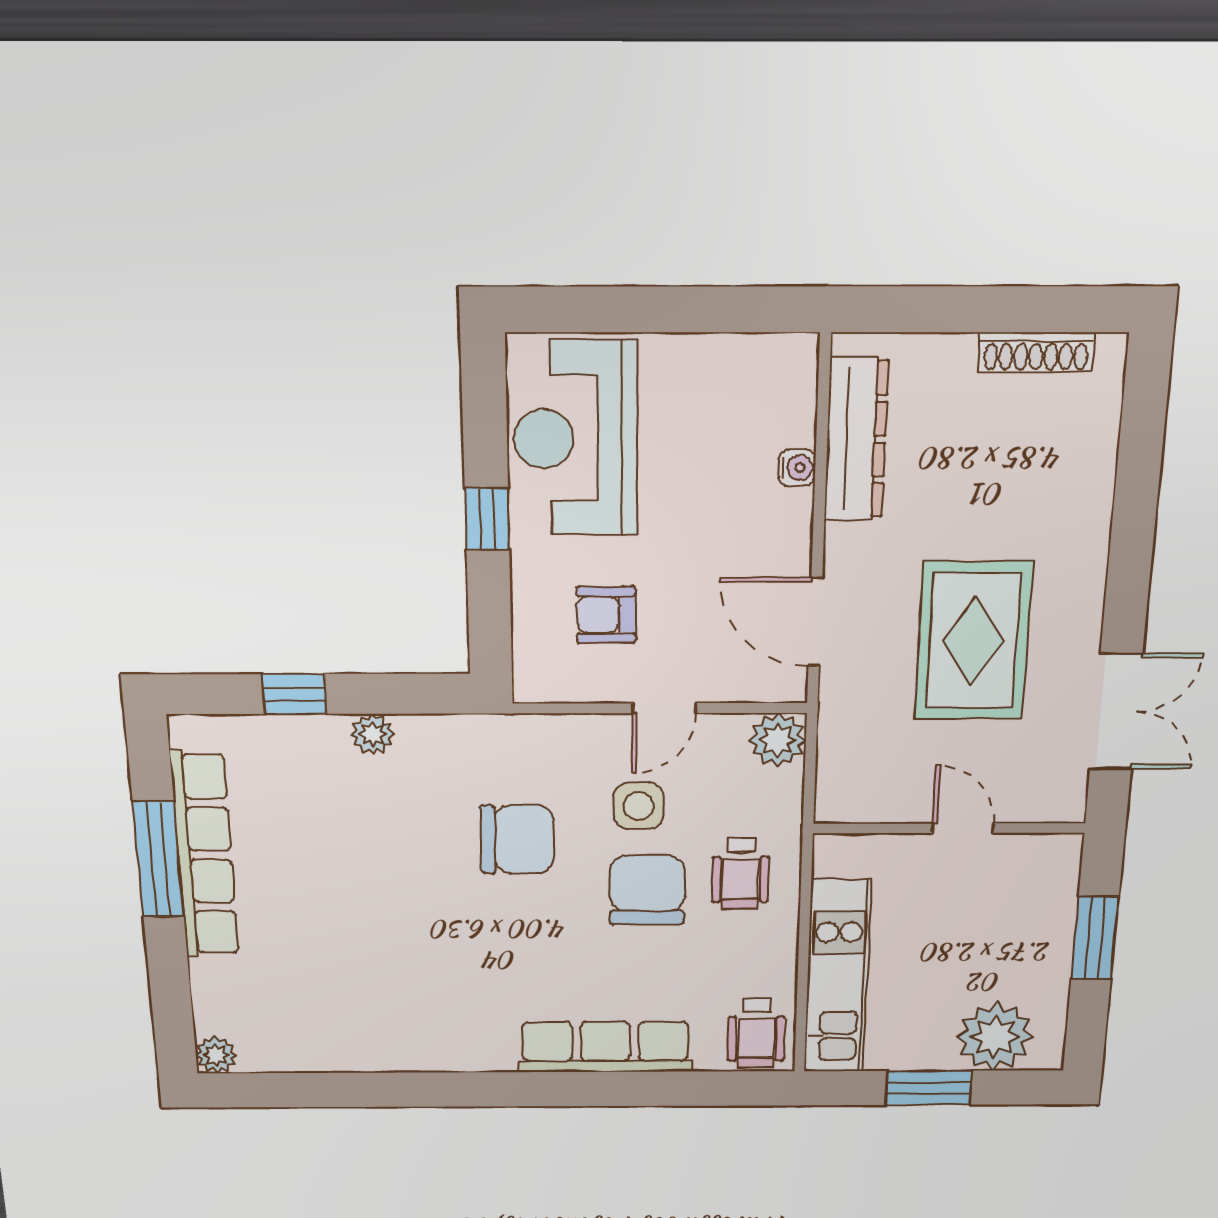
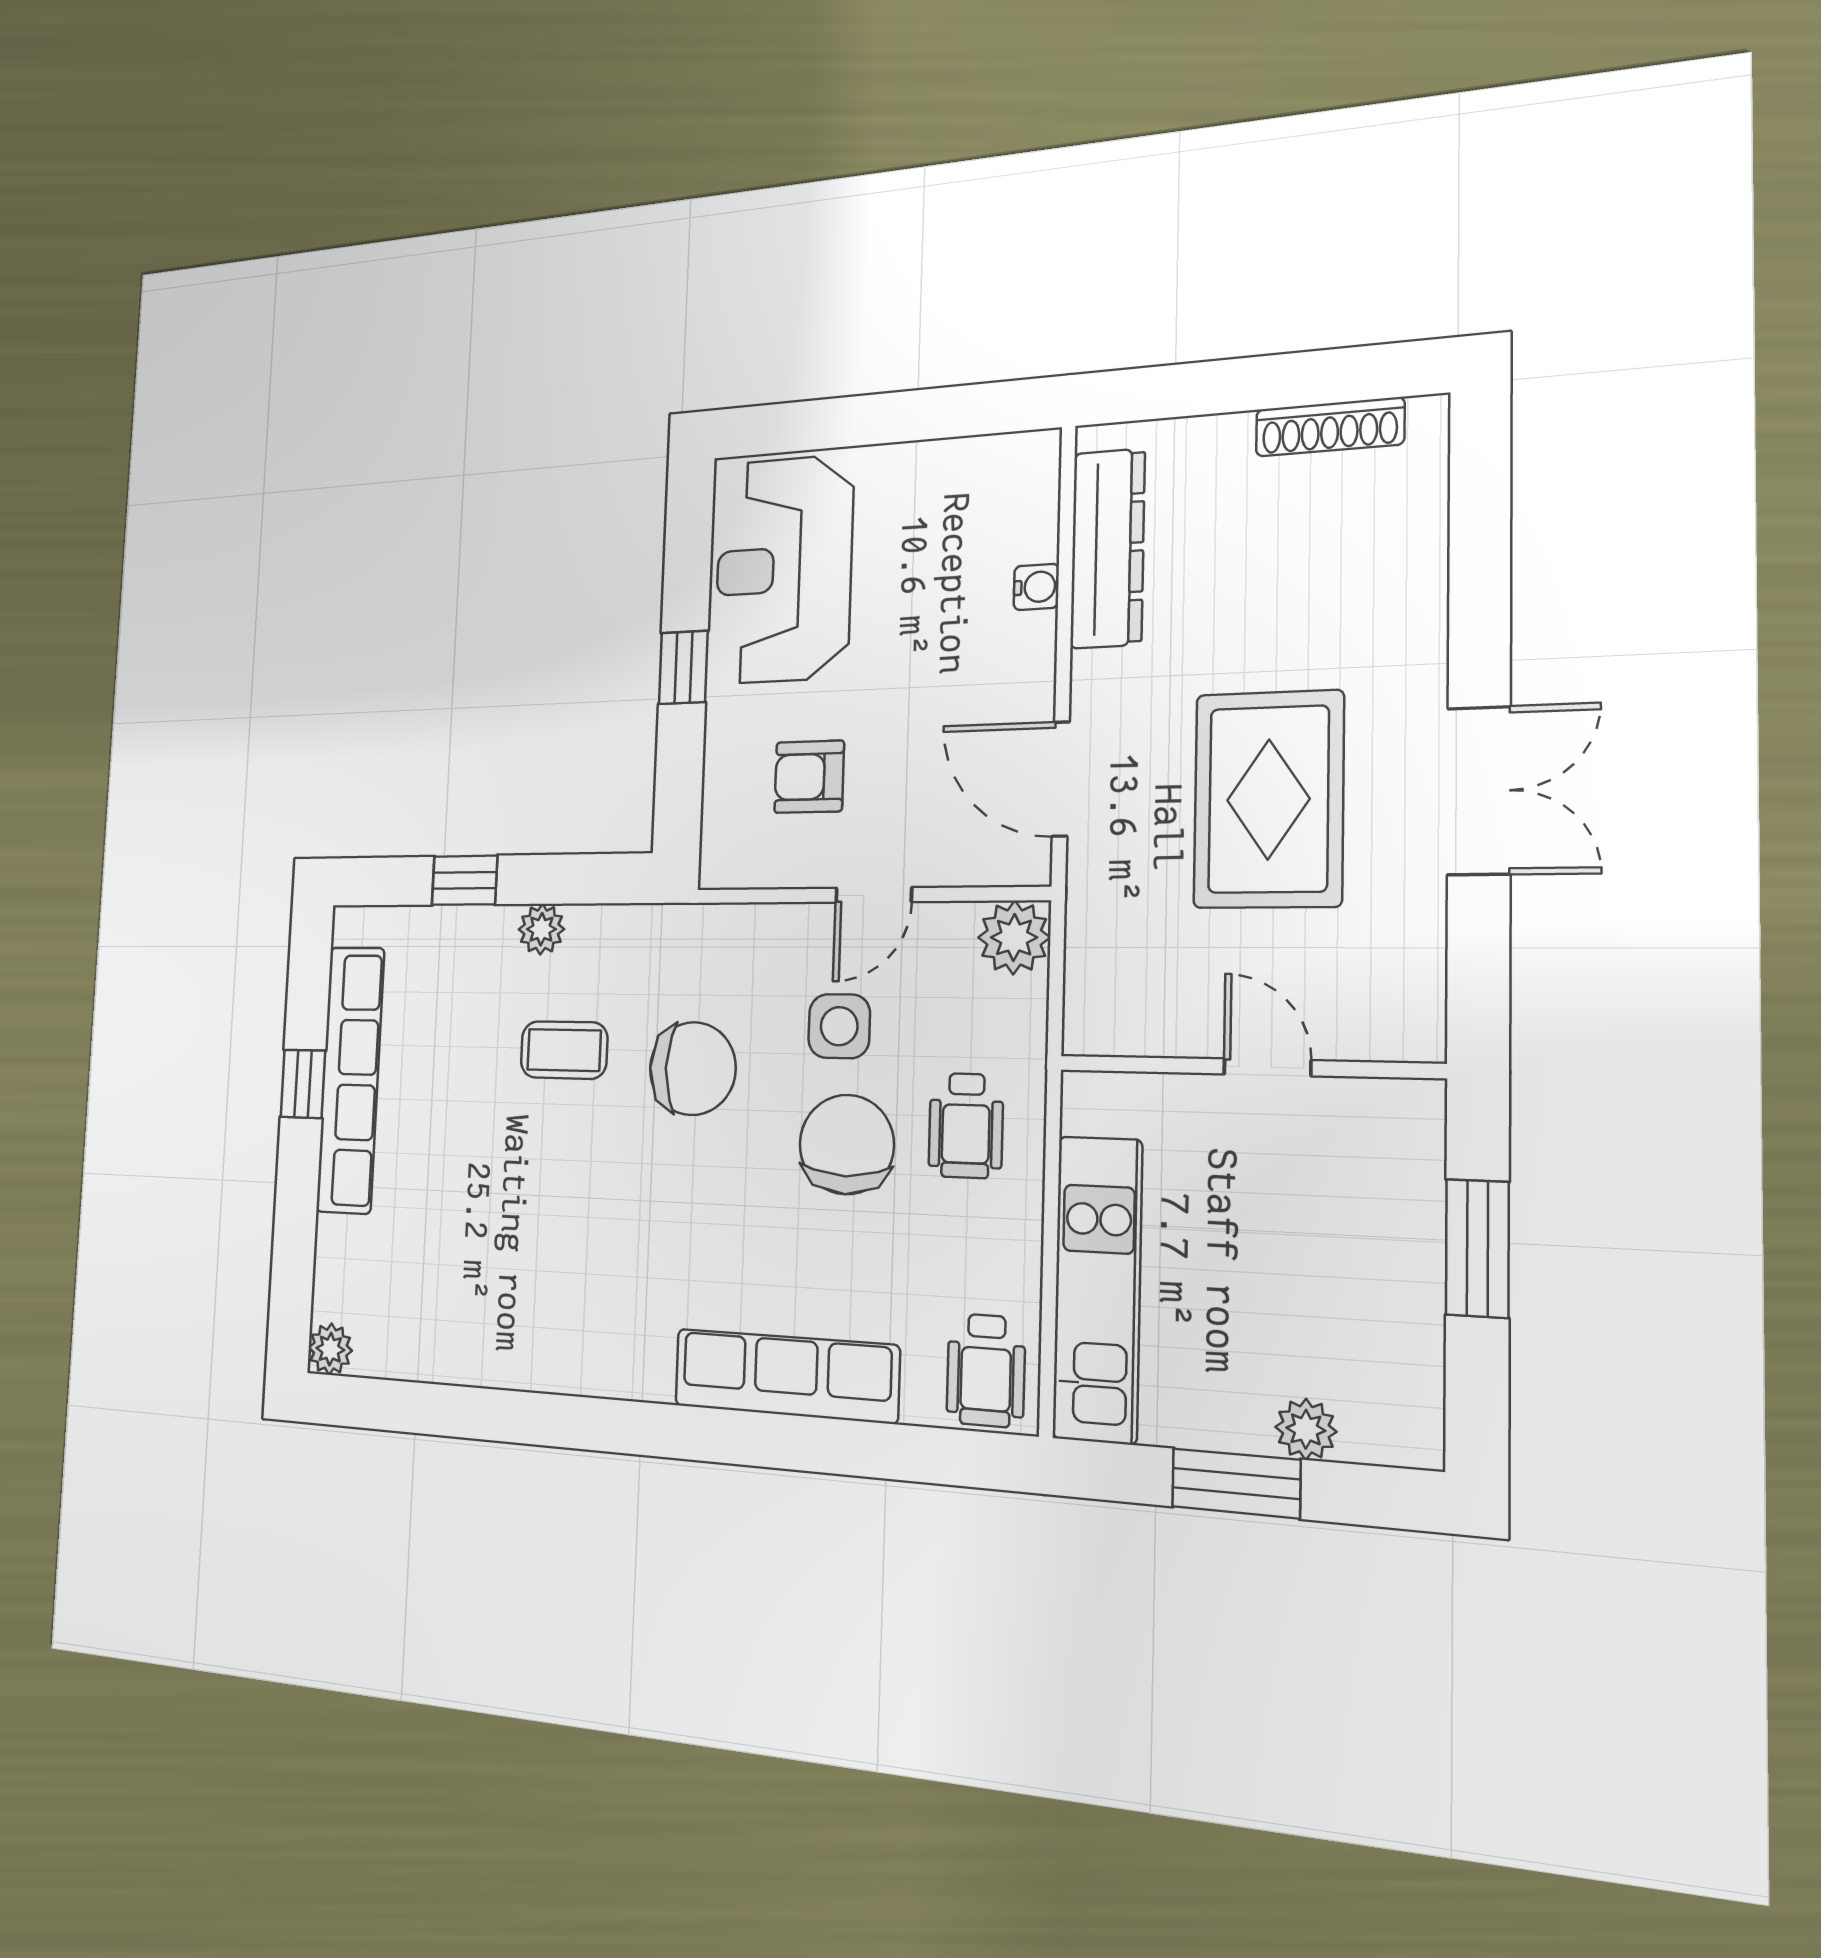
double door: (1116, 712) -> (1479, 791), moved
coffee table: (403, 828) -> (564, 1050), added
window: (158, 860) -> (303, 1084), width x0.46
plant: (995, 1037) -> (1306, 1429), width x0.53, depth x0.53

